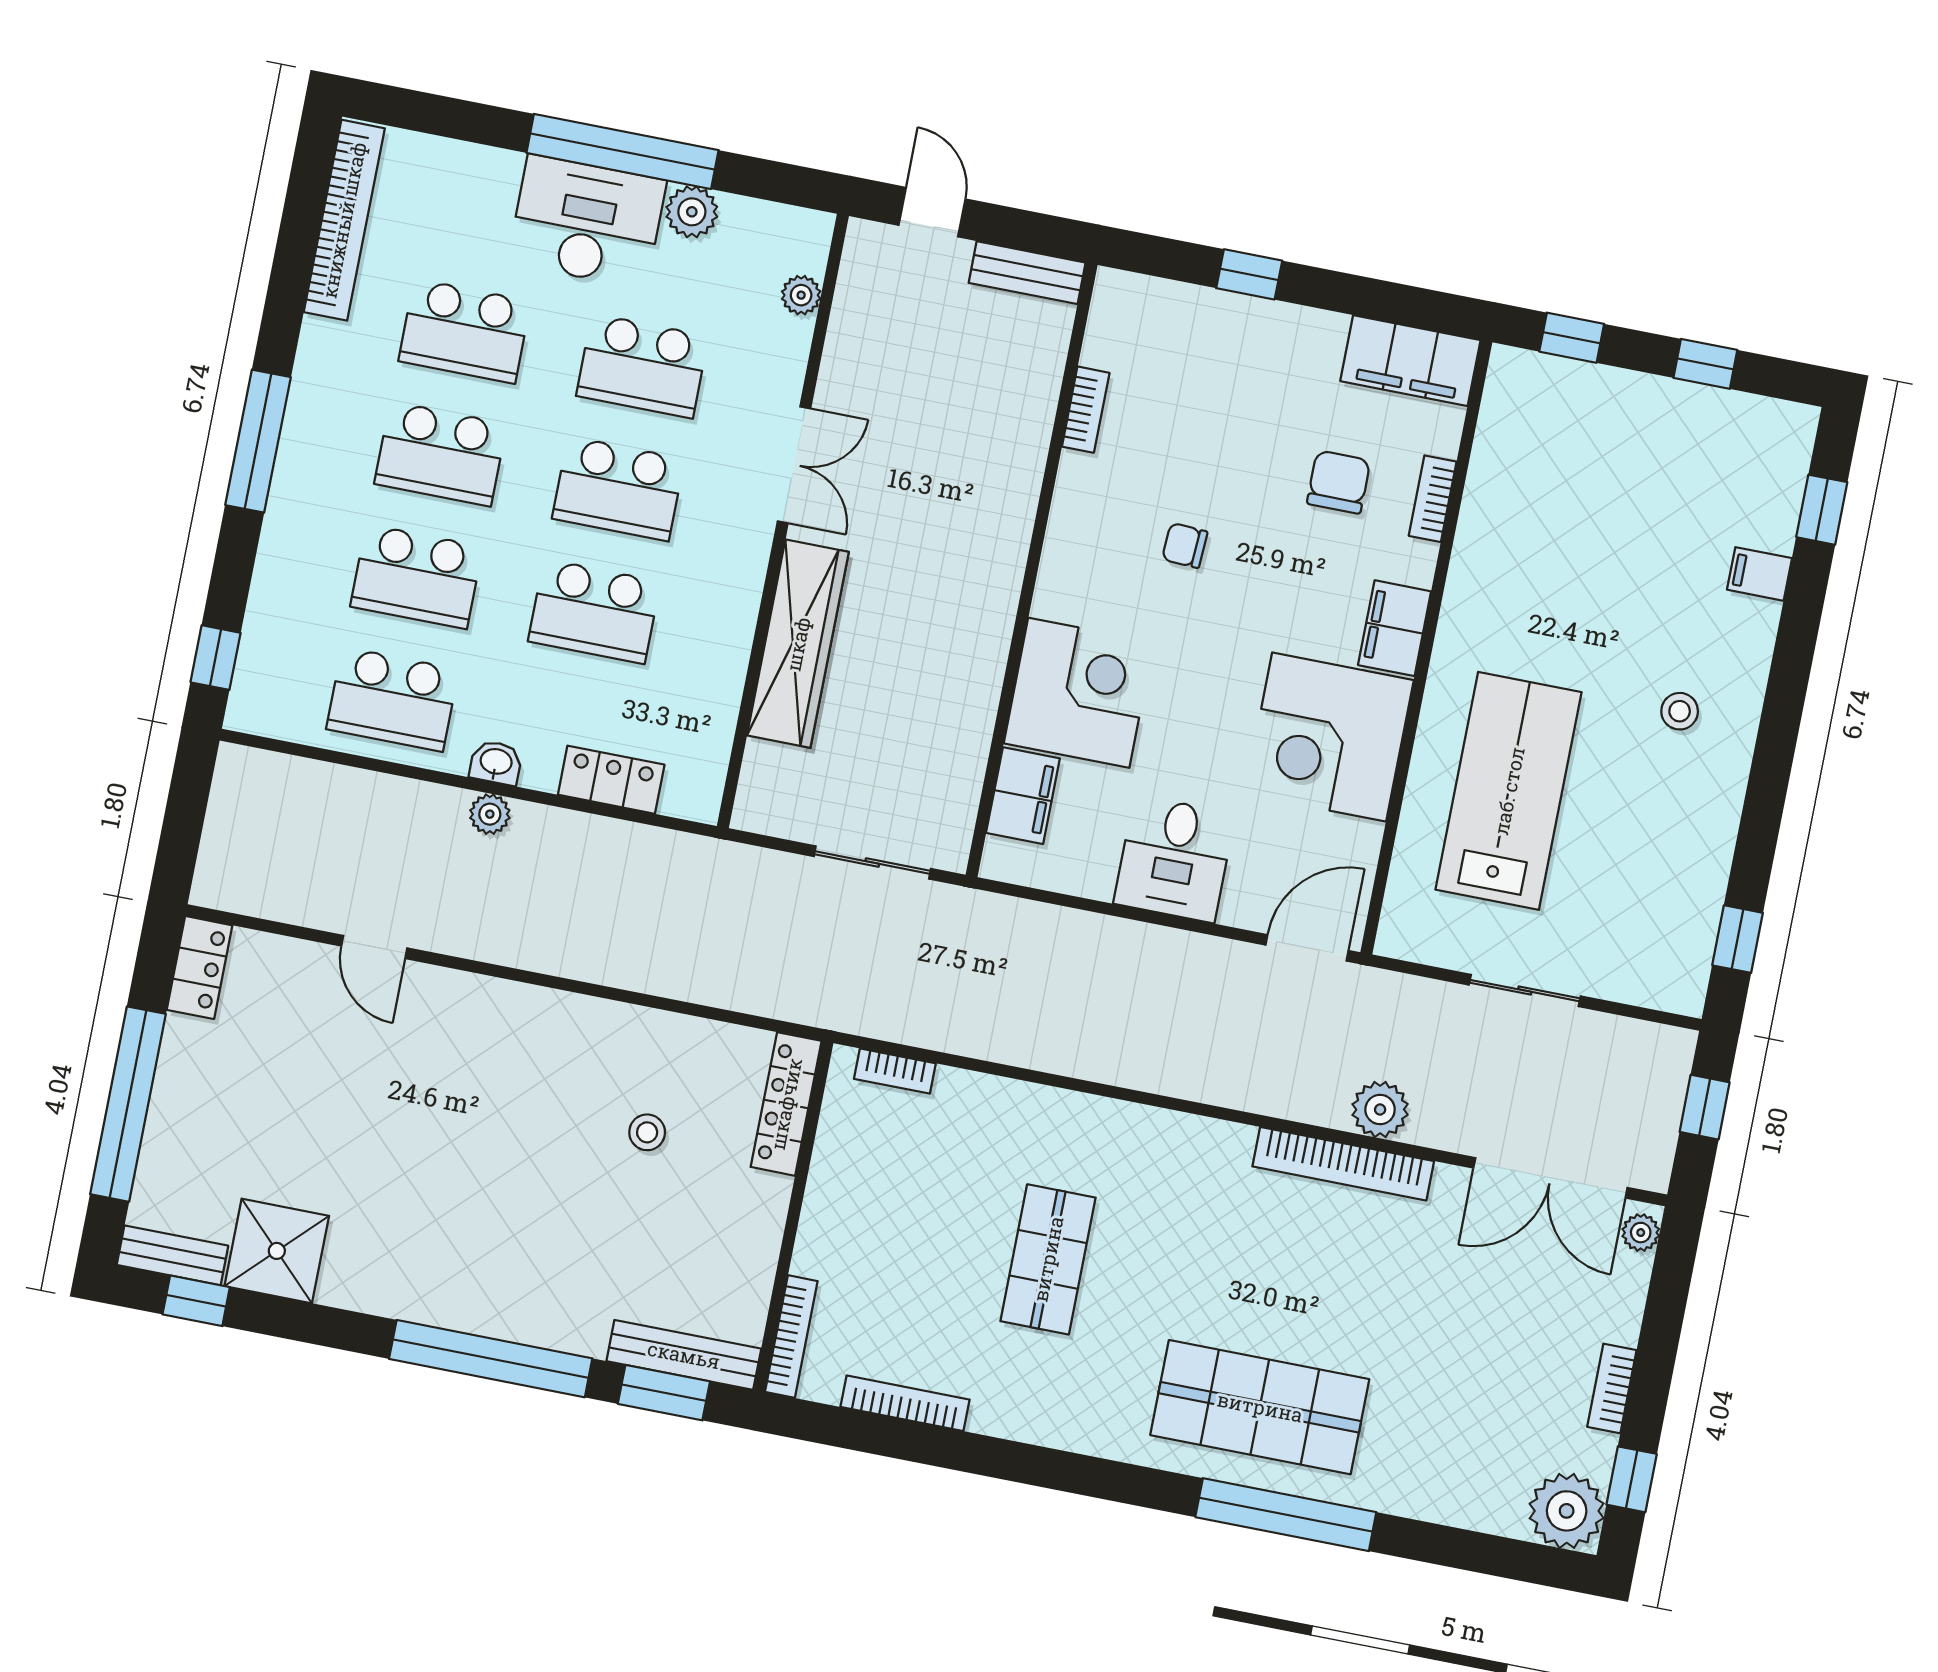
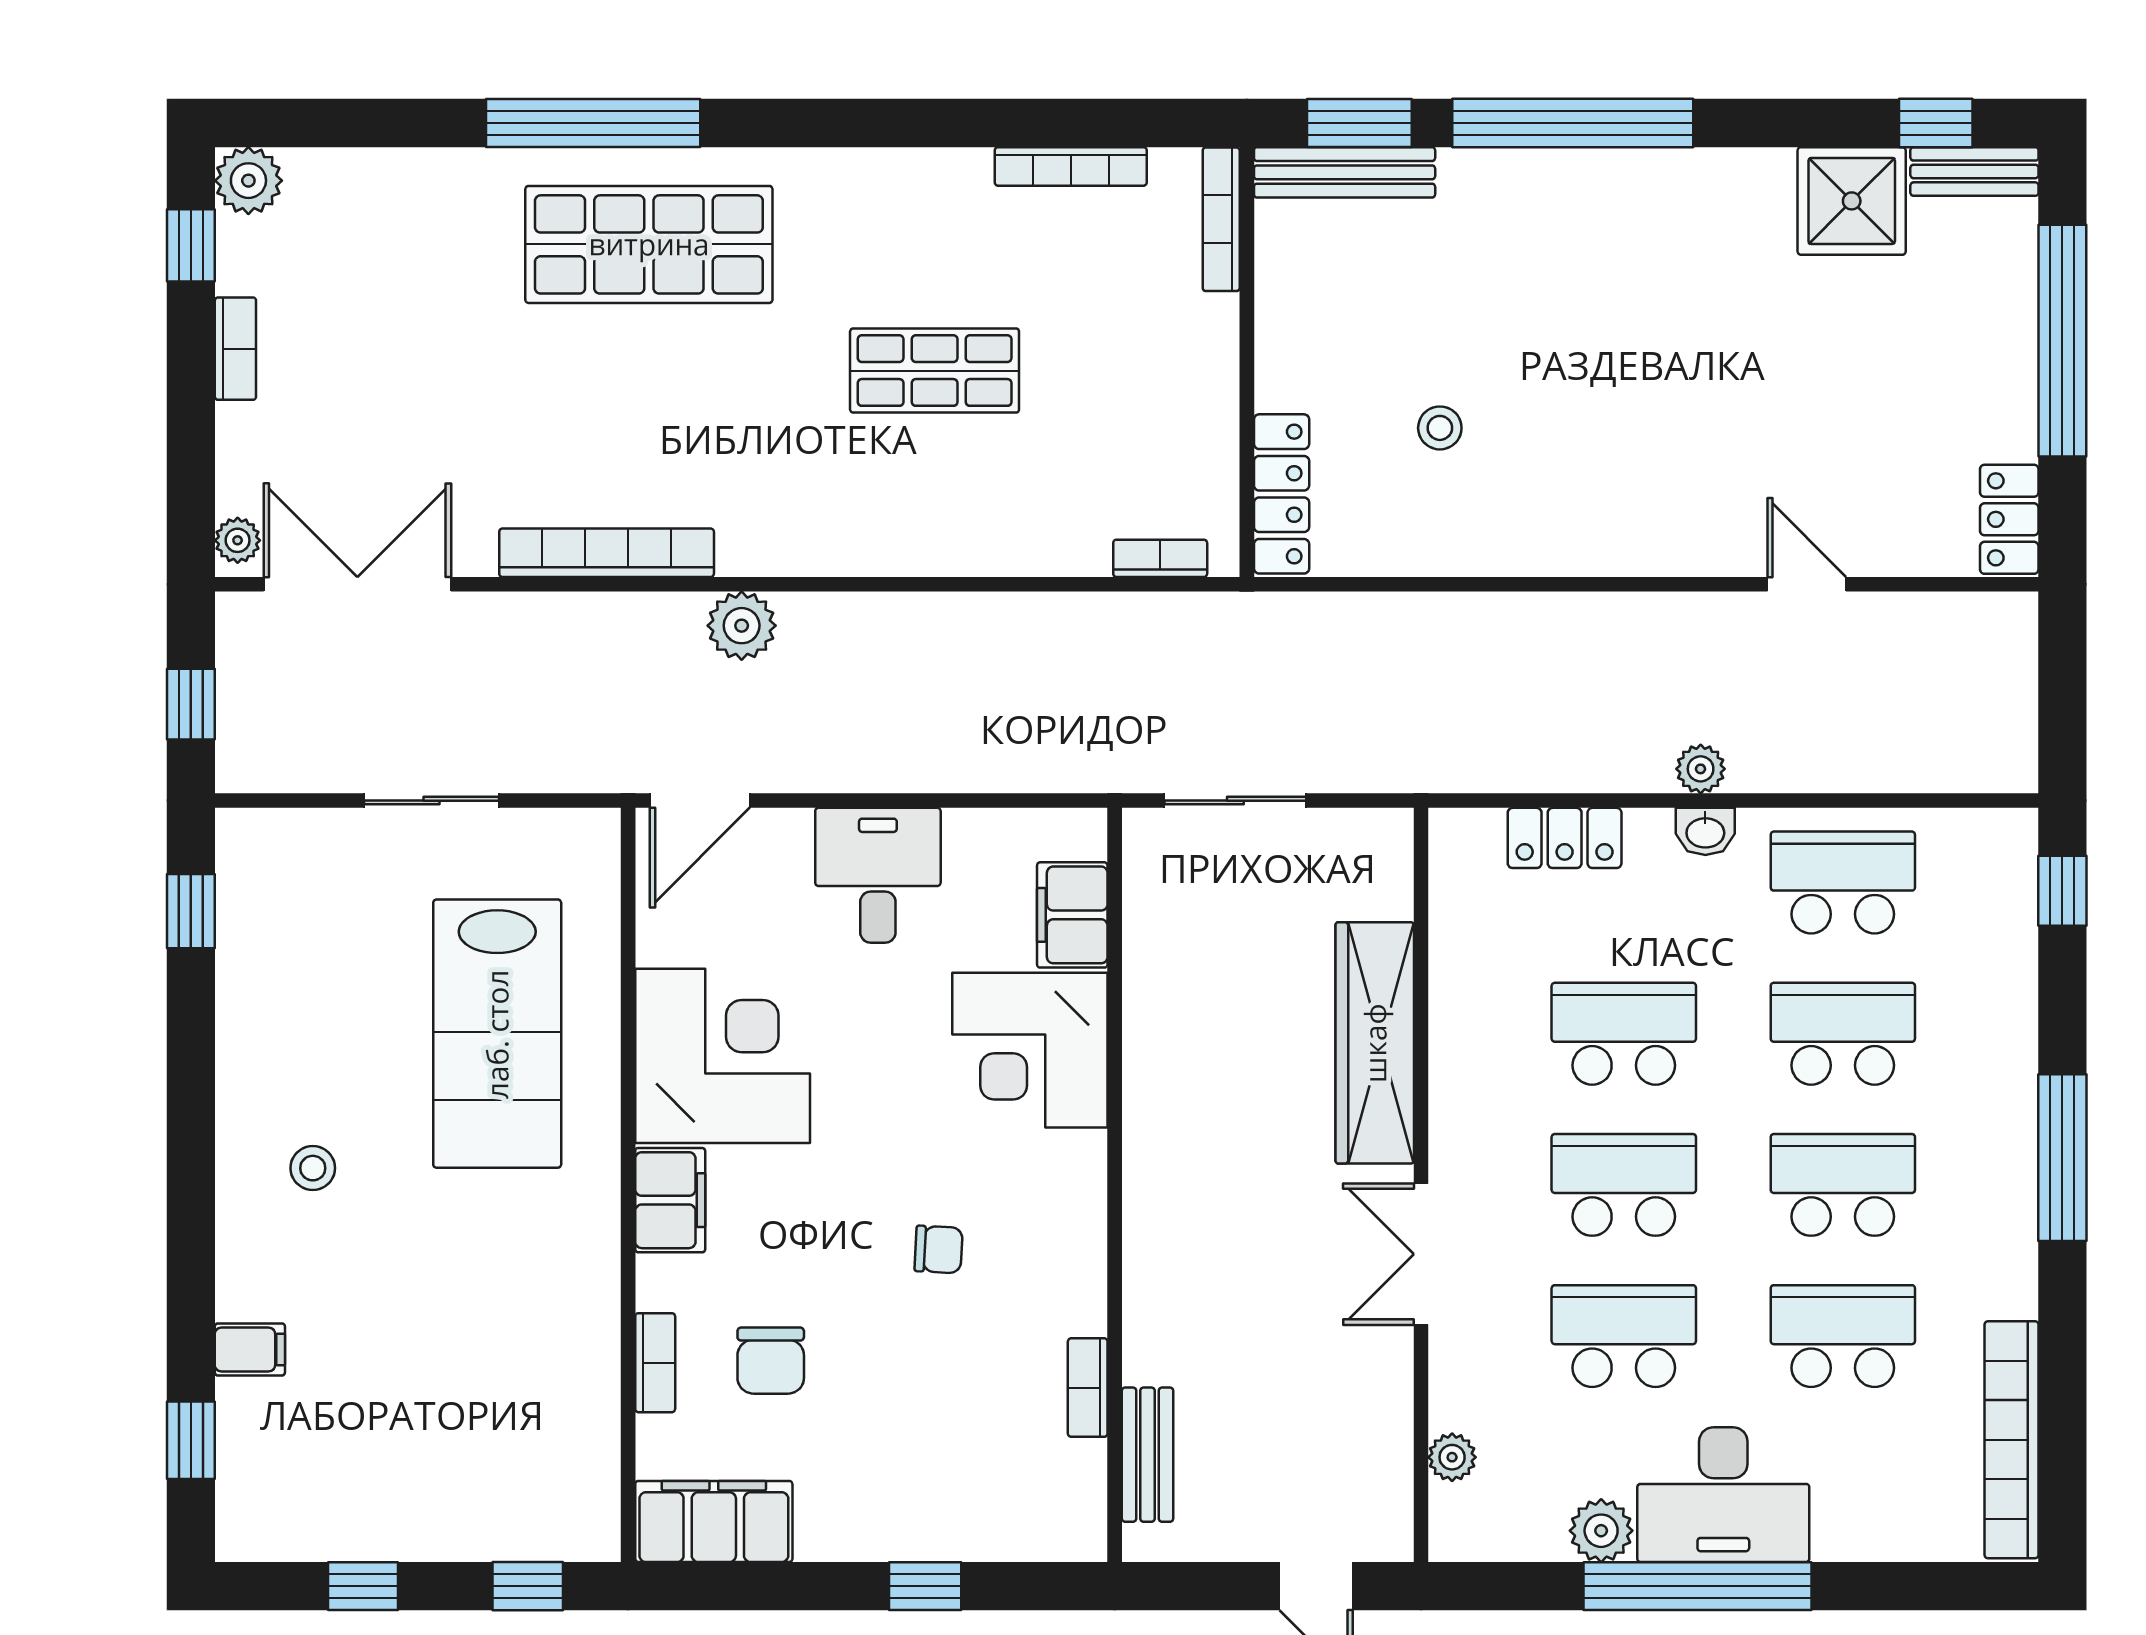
bench: (1027, 273) -> (1148, 1455), moved, turned 90
plant: (1380, 1110) -> (742, 626), moved
shop shelf: (1048, 1259) -> (935, 371), turned 90
plant: (1567, 1511) -> (248, 181), width x0.73, depth x0.73

